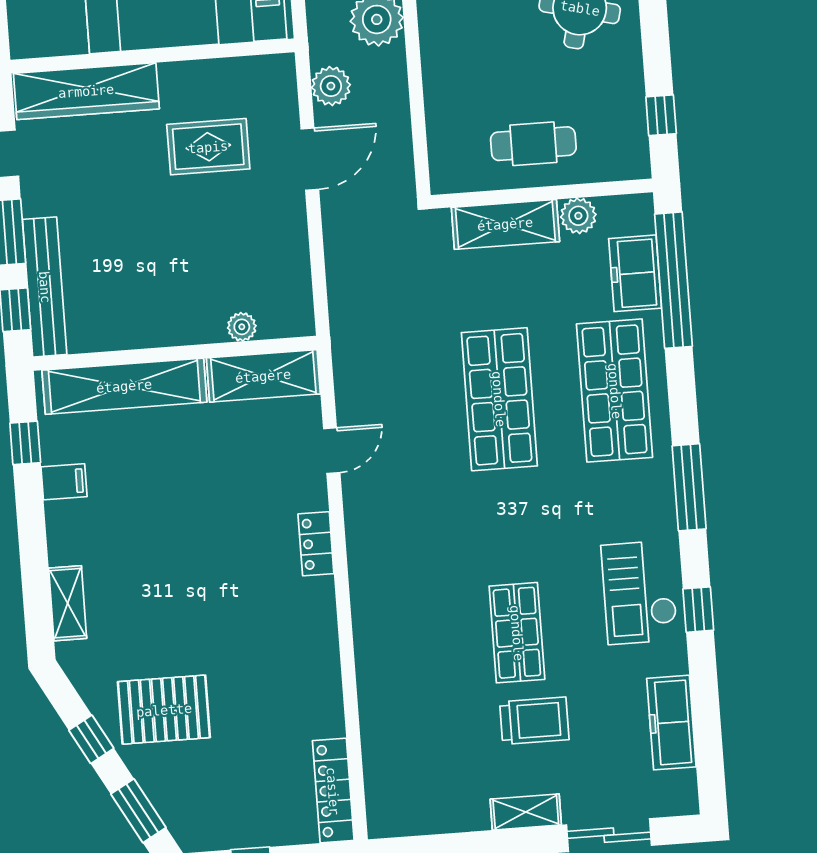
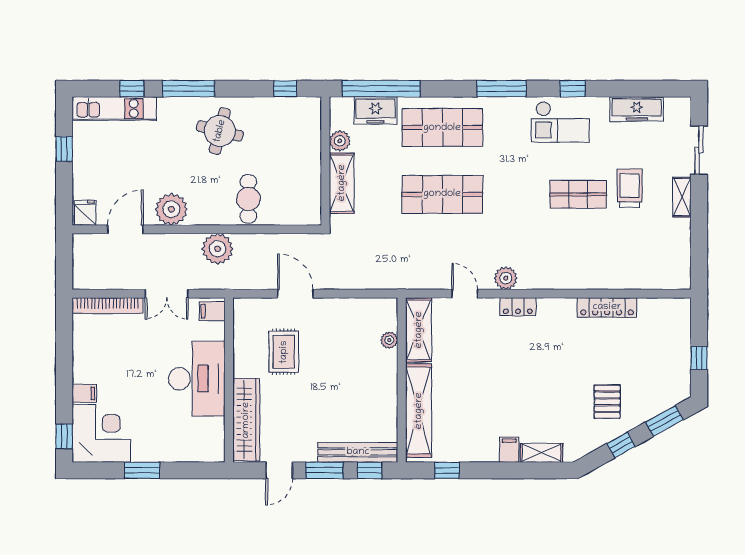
plant: (331, 86) -> (506, 278), moved
cafe table: (533, 144) -> (248, 199), moved
filing cabinet: (64, 482) -> (509, 450), moved
pallet: (164, 710) -> (607, 402), width x0.67, depth x0.71
locker: (333, 791) -> (607, 307), moved

